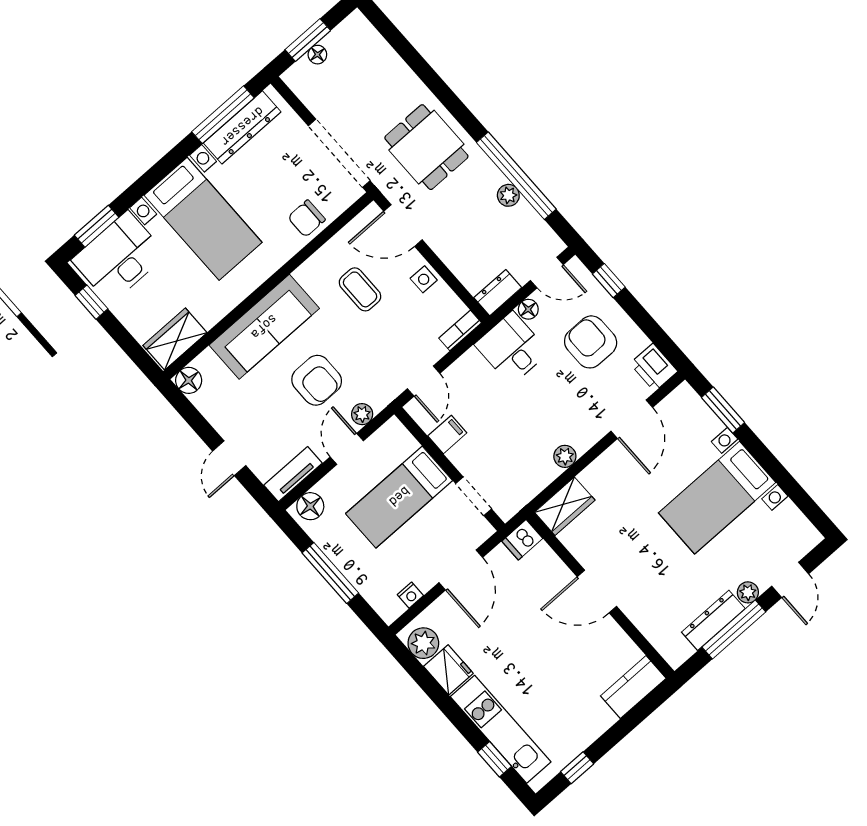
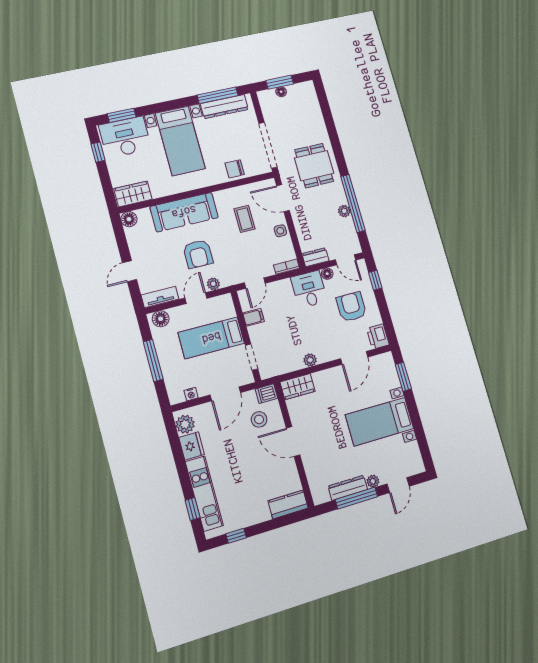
stool: (530, 583) -> (259, 419), added

